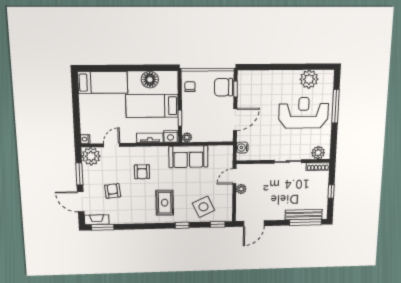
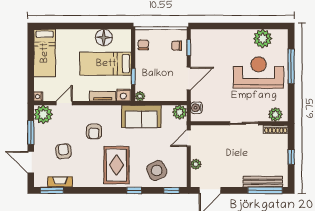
bed: (103, 82) -> (45, 53), moved, turned 90
chair: (223, 87) -> (177, 46), width x0.54, depth x0.54
plant: (226, 152) -> (180, 112), added
plant: (241, 189) -> (196, 164), moved
rug: (165, 203) -> (116, 165), width x1.36, depth x1.43
fireplace: (97, 220) -> (60, 182), moved

